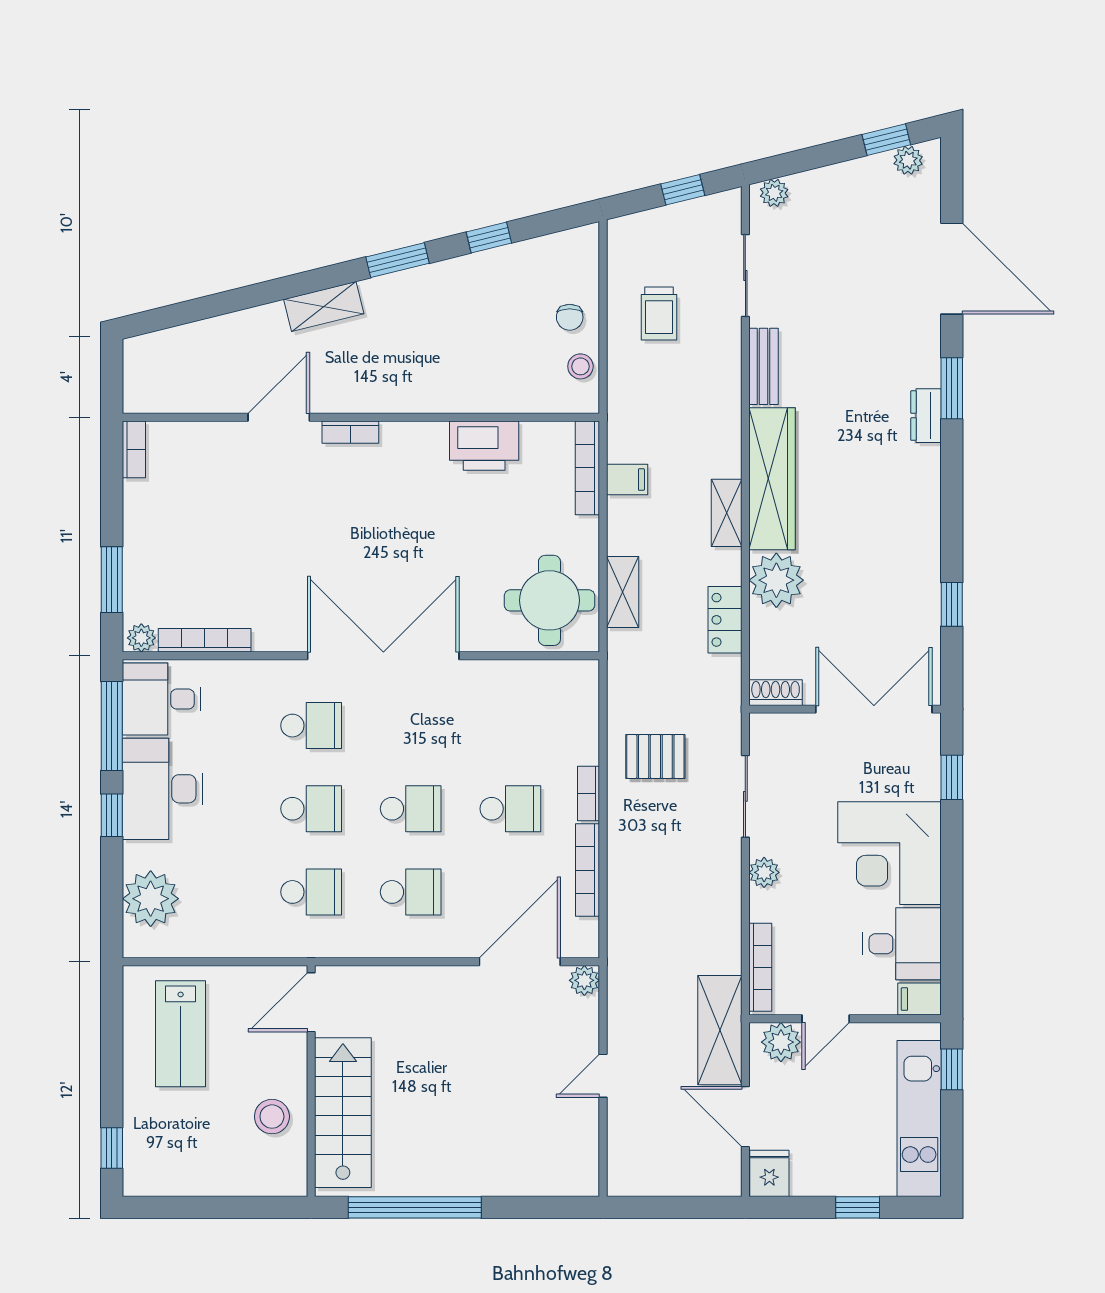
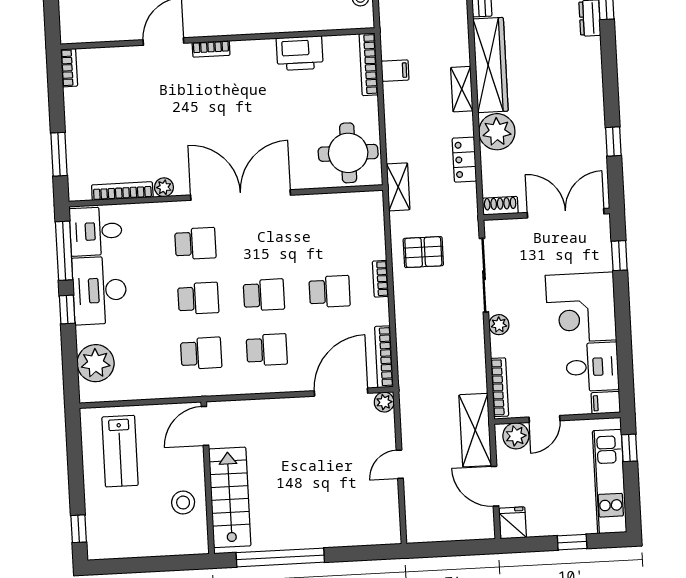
shelving: (623, 592) -> (398, 187), moved
plant: (141, 638) -> (164, 187), moved
sliding door: (745, 796) -> (484, 275), width x1.37
bookcase: (588, 870) -> (384, 357), moved

